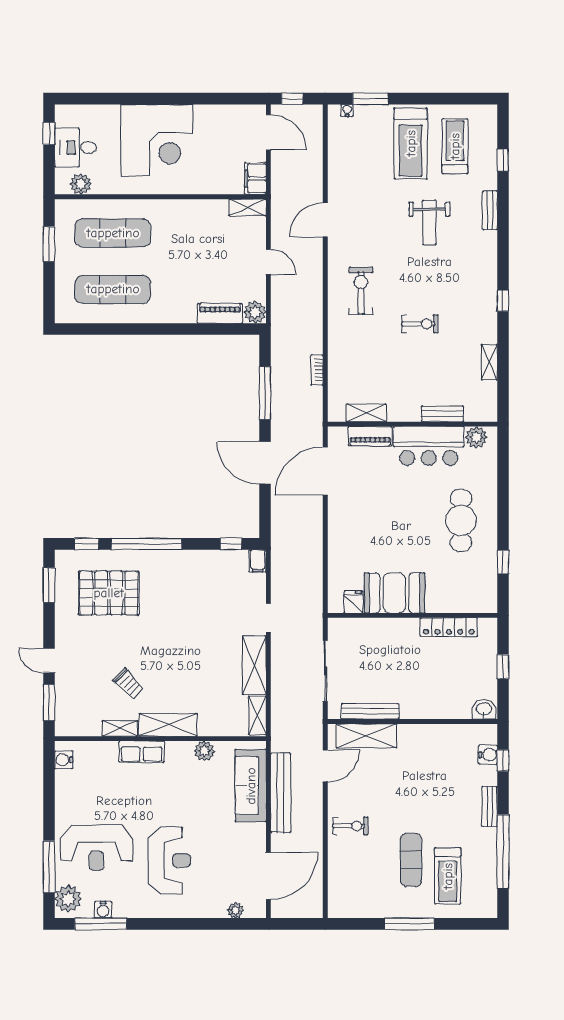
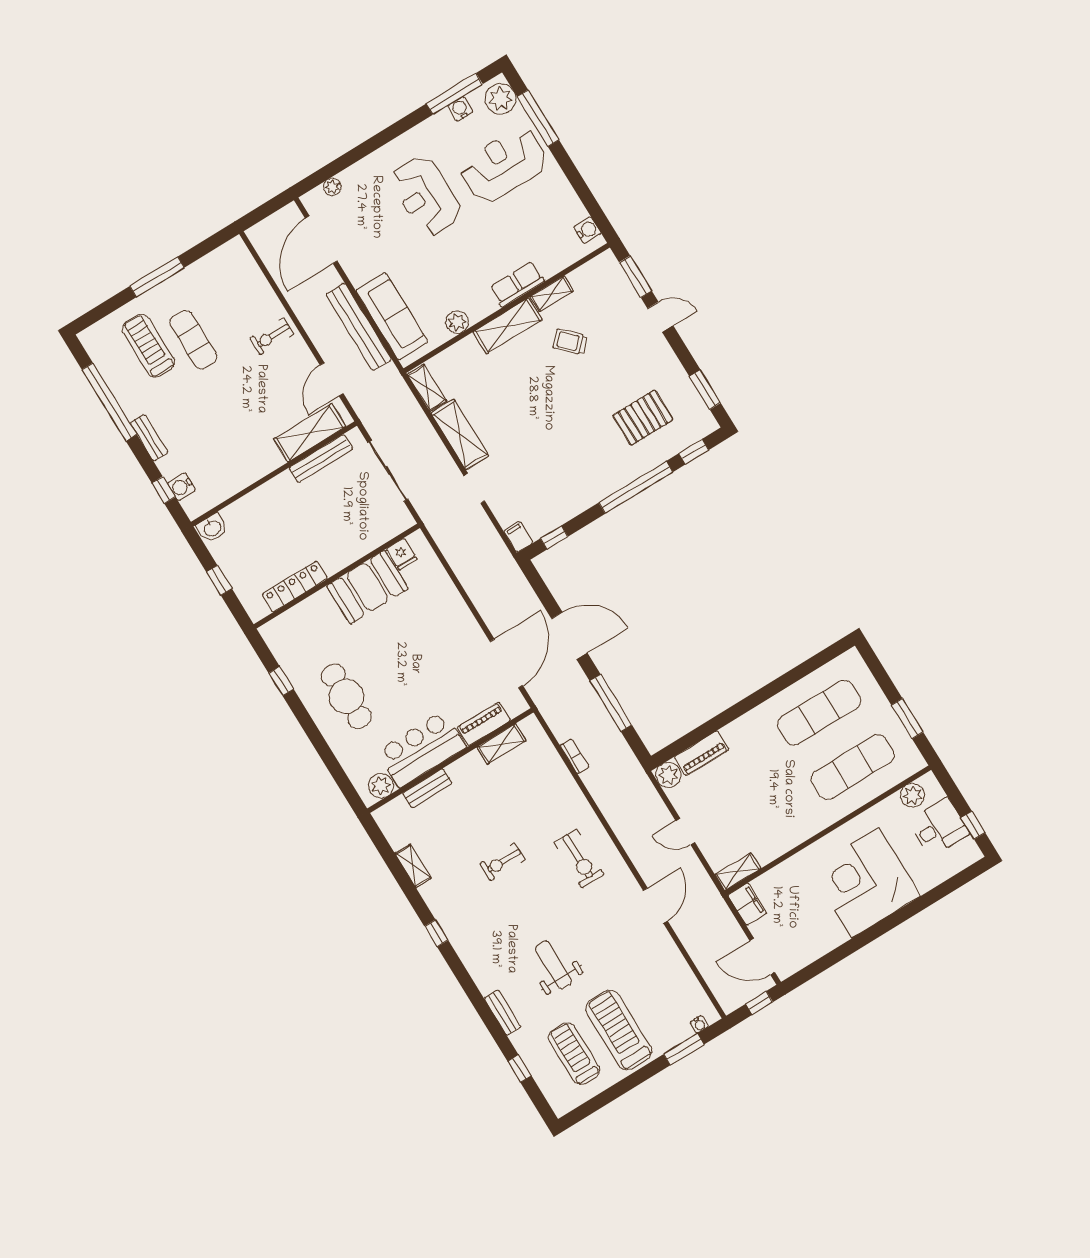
treadmill: (455, 146) -> (574, 1054), turned 180
pallet: (109, 593) -> (643, 418), width x0.73, depth x0.71

